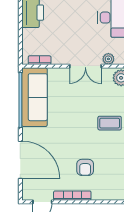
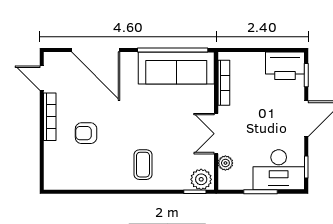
bookcase: (40, 60) -> (224, 83), width x1.56
door: (20, 160) -> (96, 50), hinge flipped

